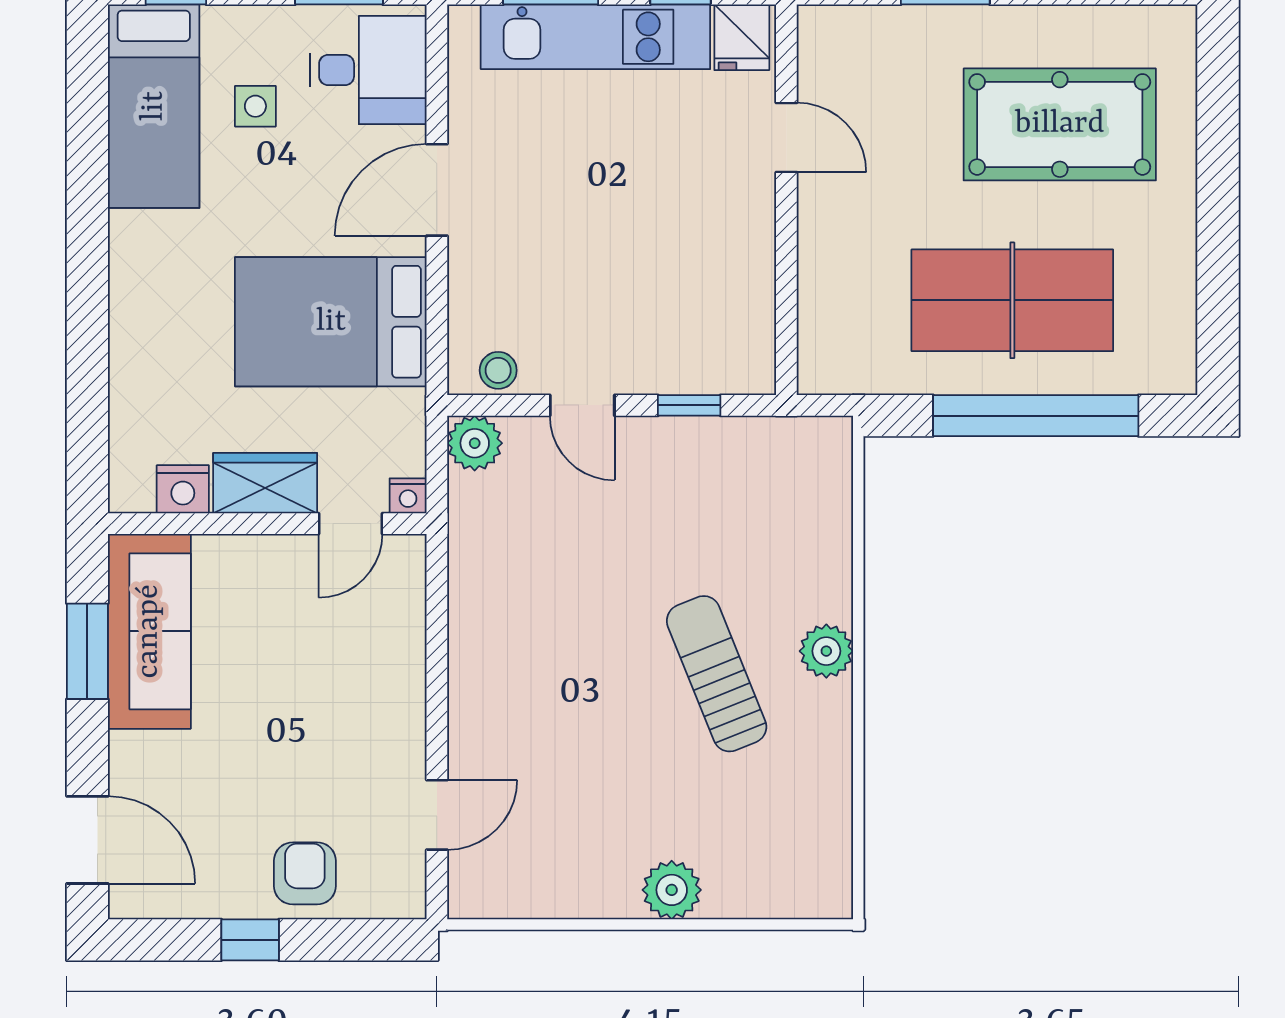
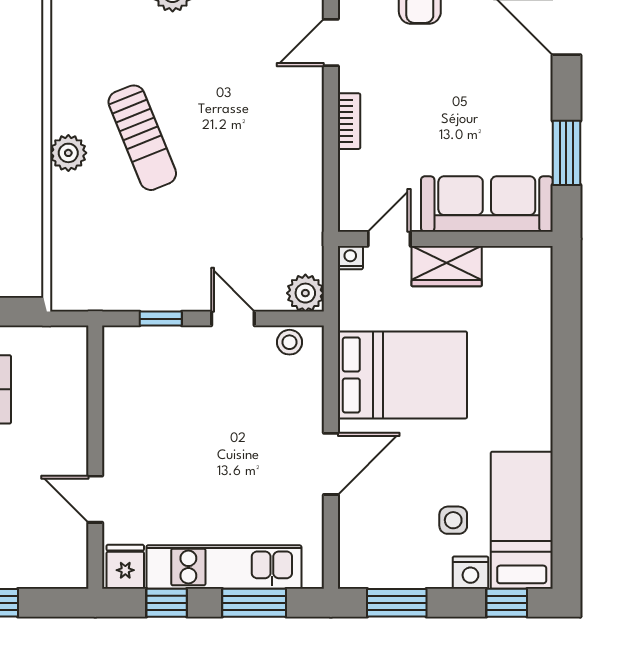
desk: (368, 70) -> (377, 545), removed
nightstand: (183, 489) -> (470, 573), moved, turned 180
sofa: (149, 631) -> (487, 204), moved, turned 90
bookcase: (410, 698) -> (349, 121), added

